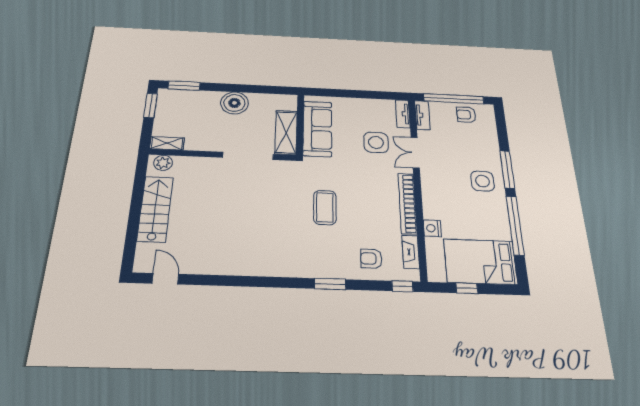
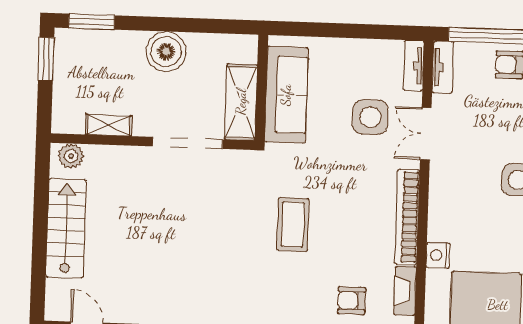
shelving: (167, 143) -> (109, 125), moved

